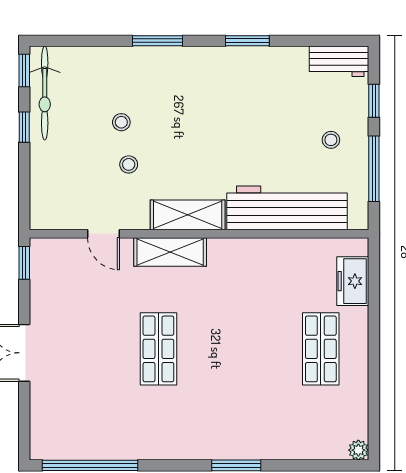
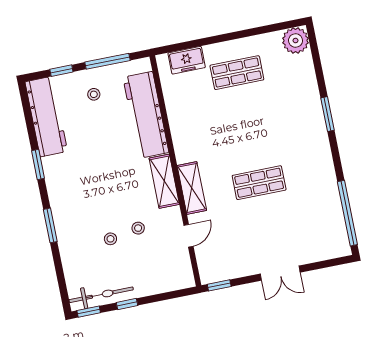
workbench: (339, 61) -> (46, 117), width x1.88, depth x1.32
plant: (358, 450) -> (296, 40), width x1.87, depth x1.87

